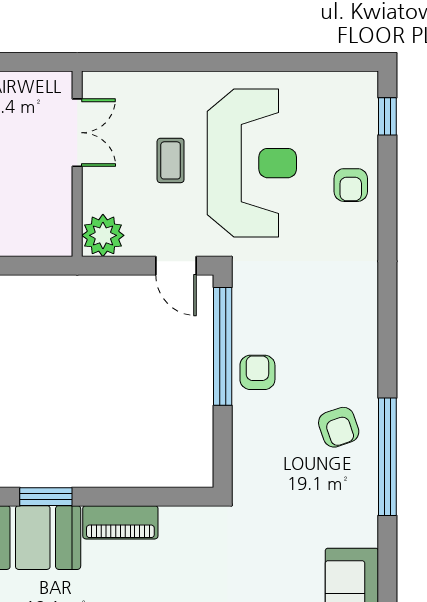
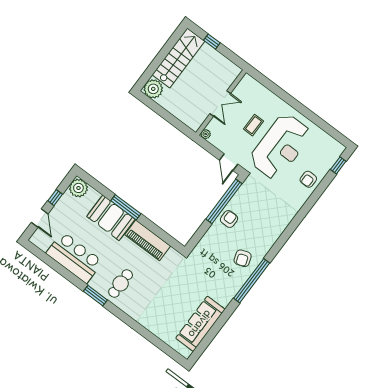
double door: (77, 133) -> (220, 104), moved
plant: (103, 235) -> (206, 134), width x0.53, depth x0.53
window: (46, 497) -> (126, 207), width x1.44
piano: (120, 522) -> (148, 240), width x1.37, depth x1.33

